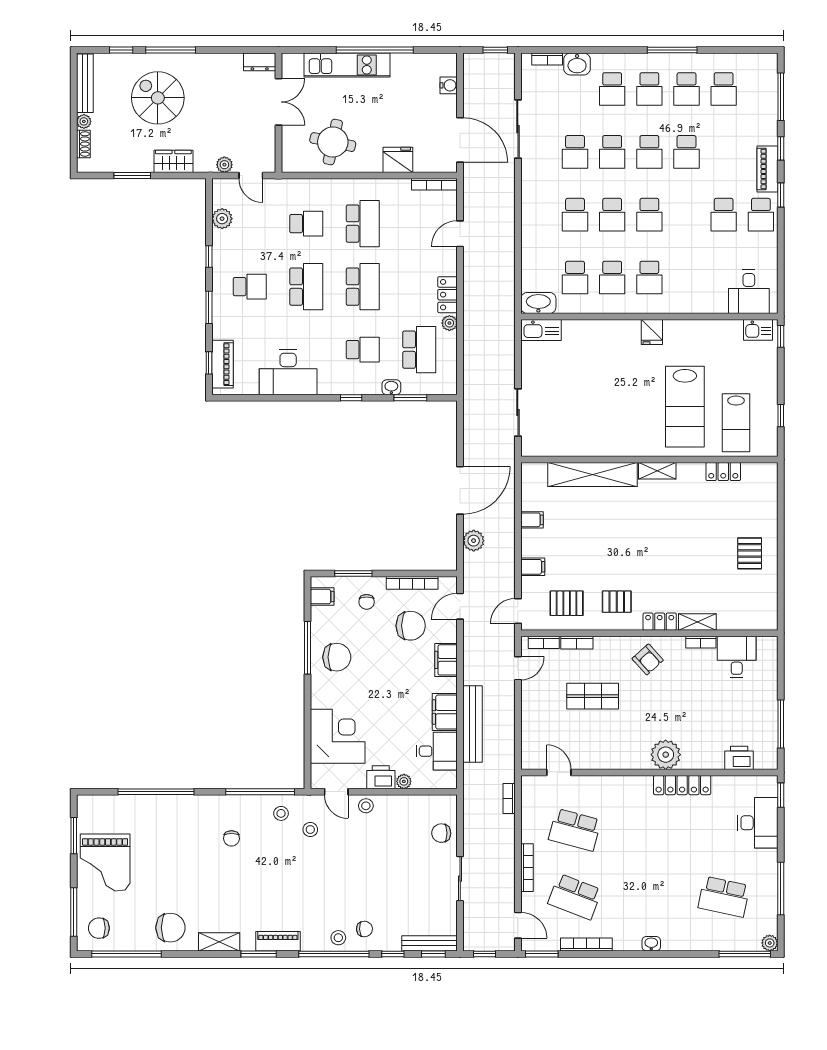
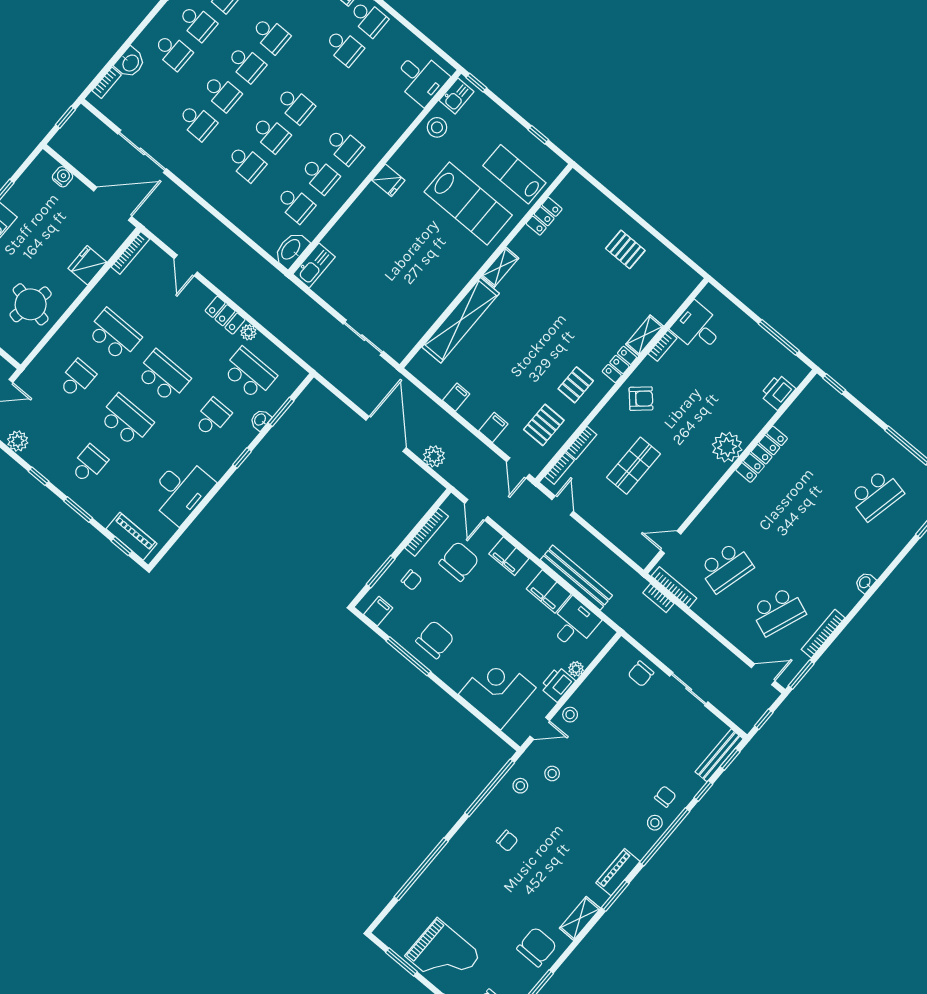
stool: (722, 335) -> (437, 127), added
lab bench: (736, 423) -> (514, 174), turned 180
desk: (758, 823) -> (841, 420), removed
bookcase: (527, 868) -> (674, 587), moved

